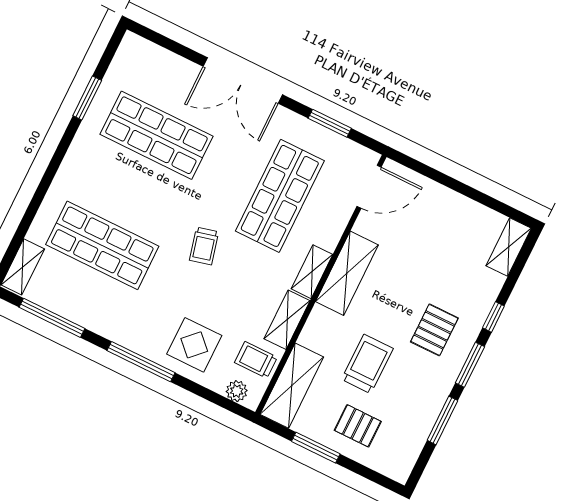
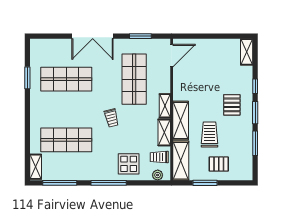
shelving: (347, 273) -> (181, 120), moved

